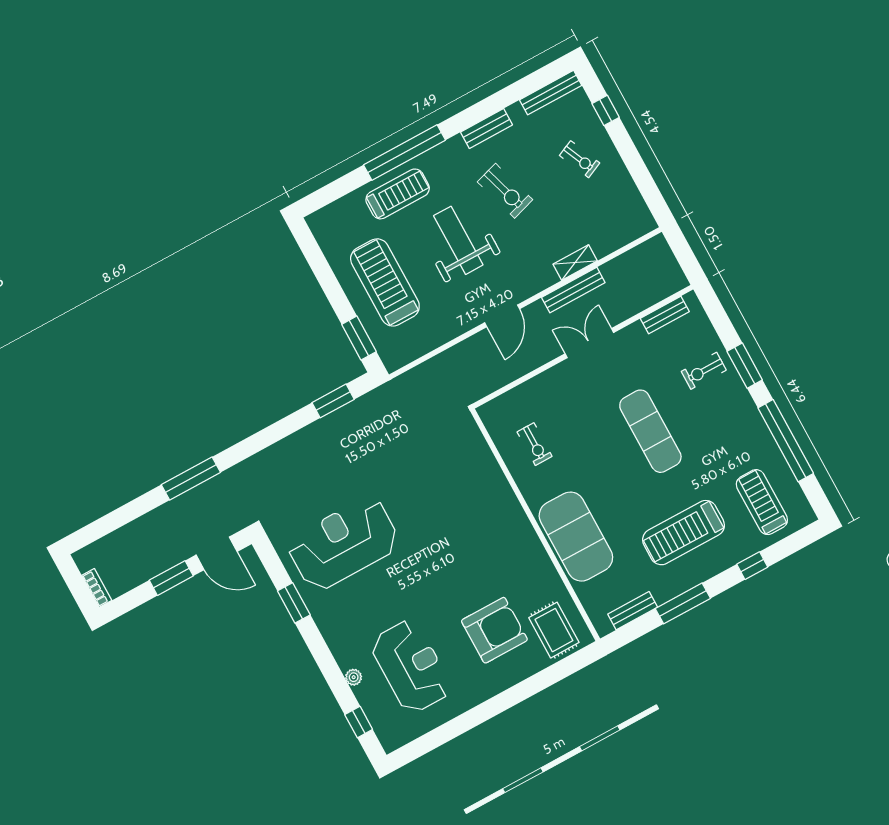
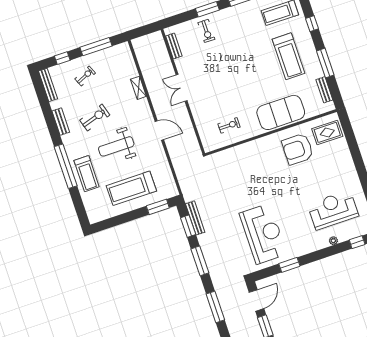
window: (638, 170) -> (96, 47), added
treadmill: (398, 194) -> (87, 174), turned 180
bench: (573, 290) -> (195, 218), moved
exercise mat: (650, 431) -> (233, 64), removed
window: (272, 434) -> (200, 261), added
reception desk: (344, 544) -> (263, 234), turned 180
armchair: (494, 630) -> (298, 149), moved, turned -90

